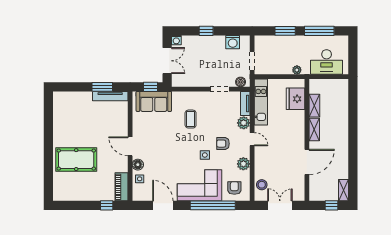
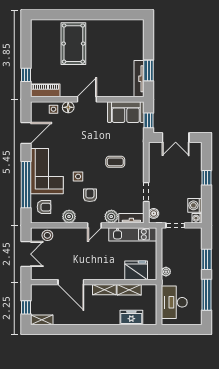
washing machine: (176, 40) -> (197, 218), moved
sofa: (154, 101) -> (126, 112), moved, turned -90
freezer: (341, 104) -> (131, 318), added

